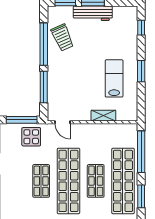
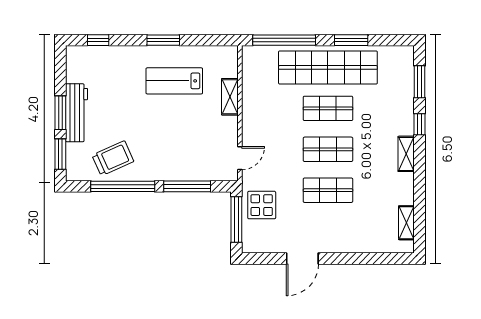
shop shelf: (68, 181) -> (328, 149), width x0.50, depth x0.74

